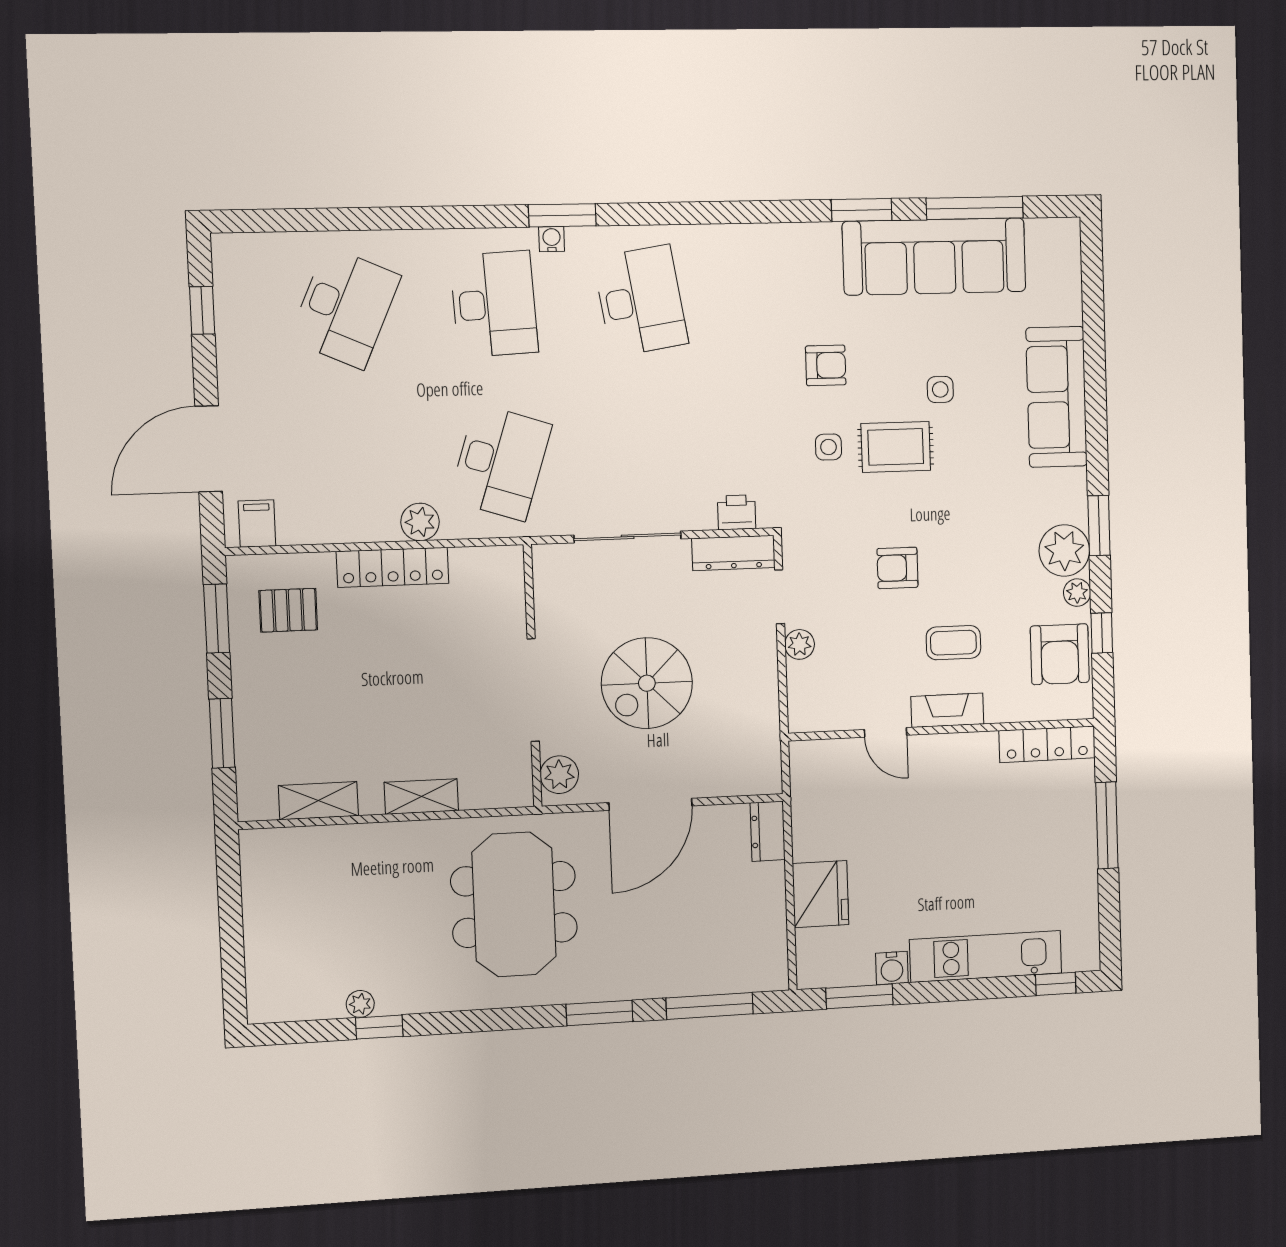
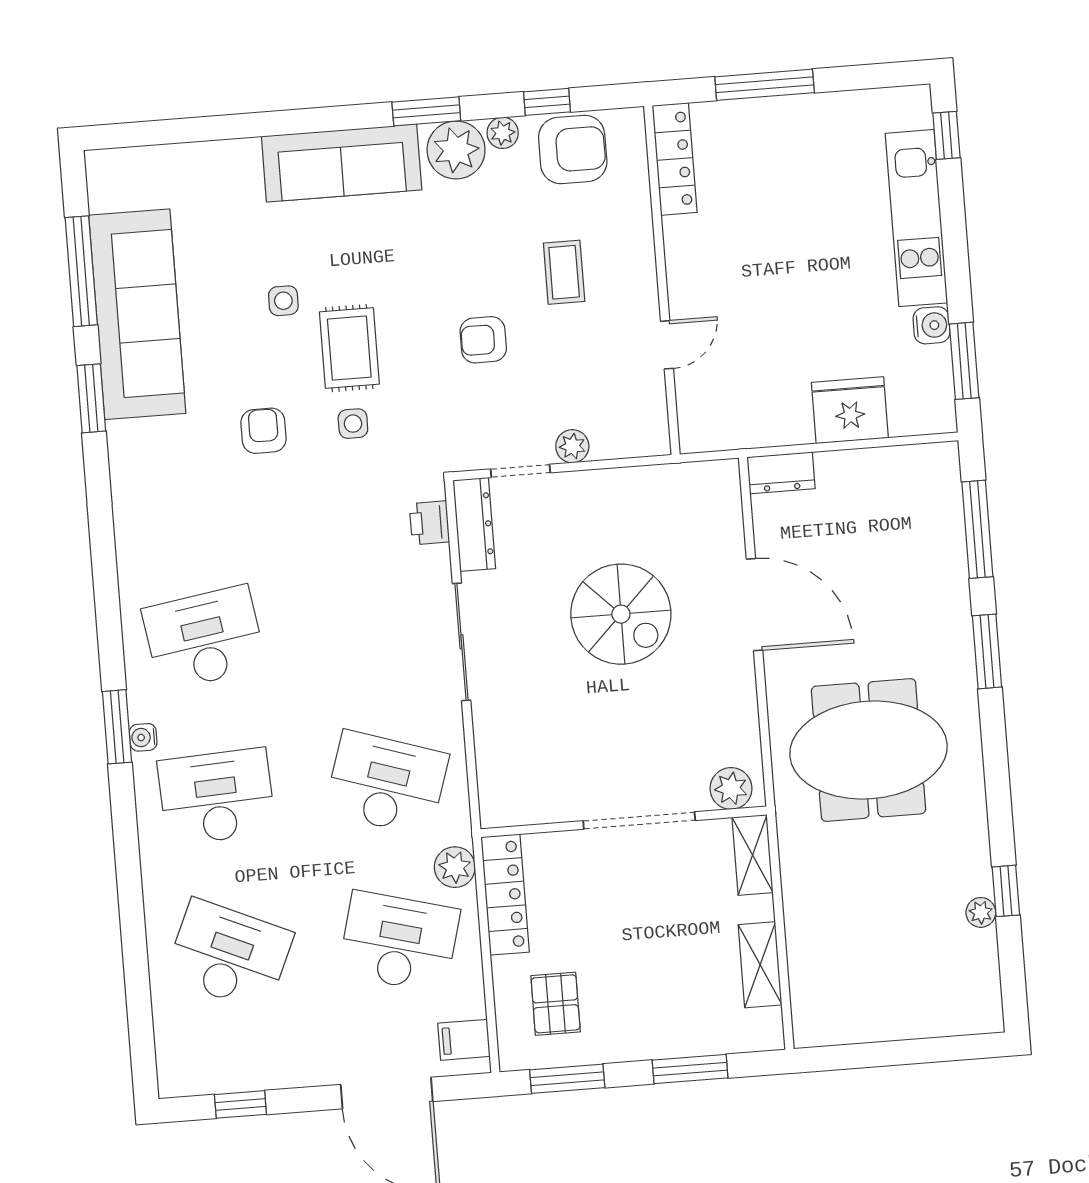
sofa: (1057, 397) -> (342, 163), moved
desk: (352, 467) -> (399, 942), added
armchair: (897, 568) -> (483, 340), turned 90
wall: (533, 676) -> (624, 822), moved
doorway: (533, 690) -> (639, 821), moved
fireplace: (947, 710) -> (640, 276), removed
plant: (559, 775) -> (731, 788), moved

